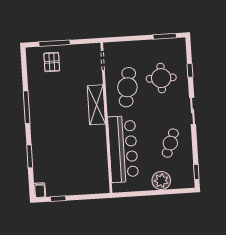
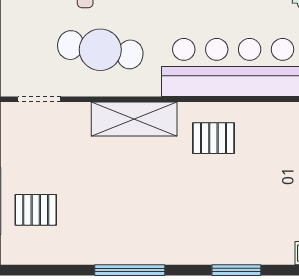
pallet: (90, 142) -> (213, 138), added

